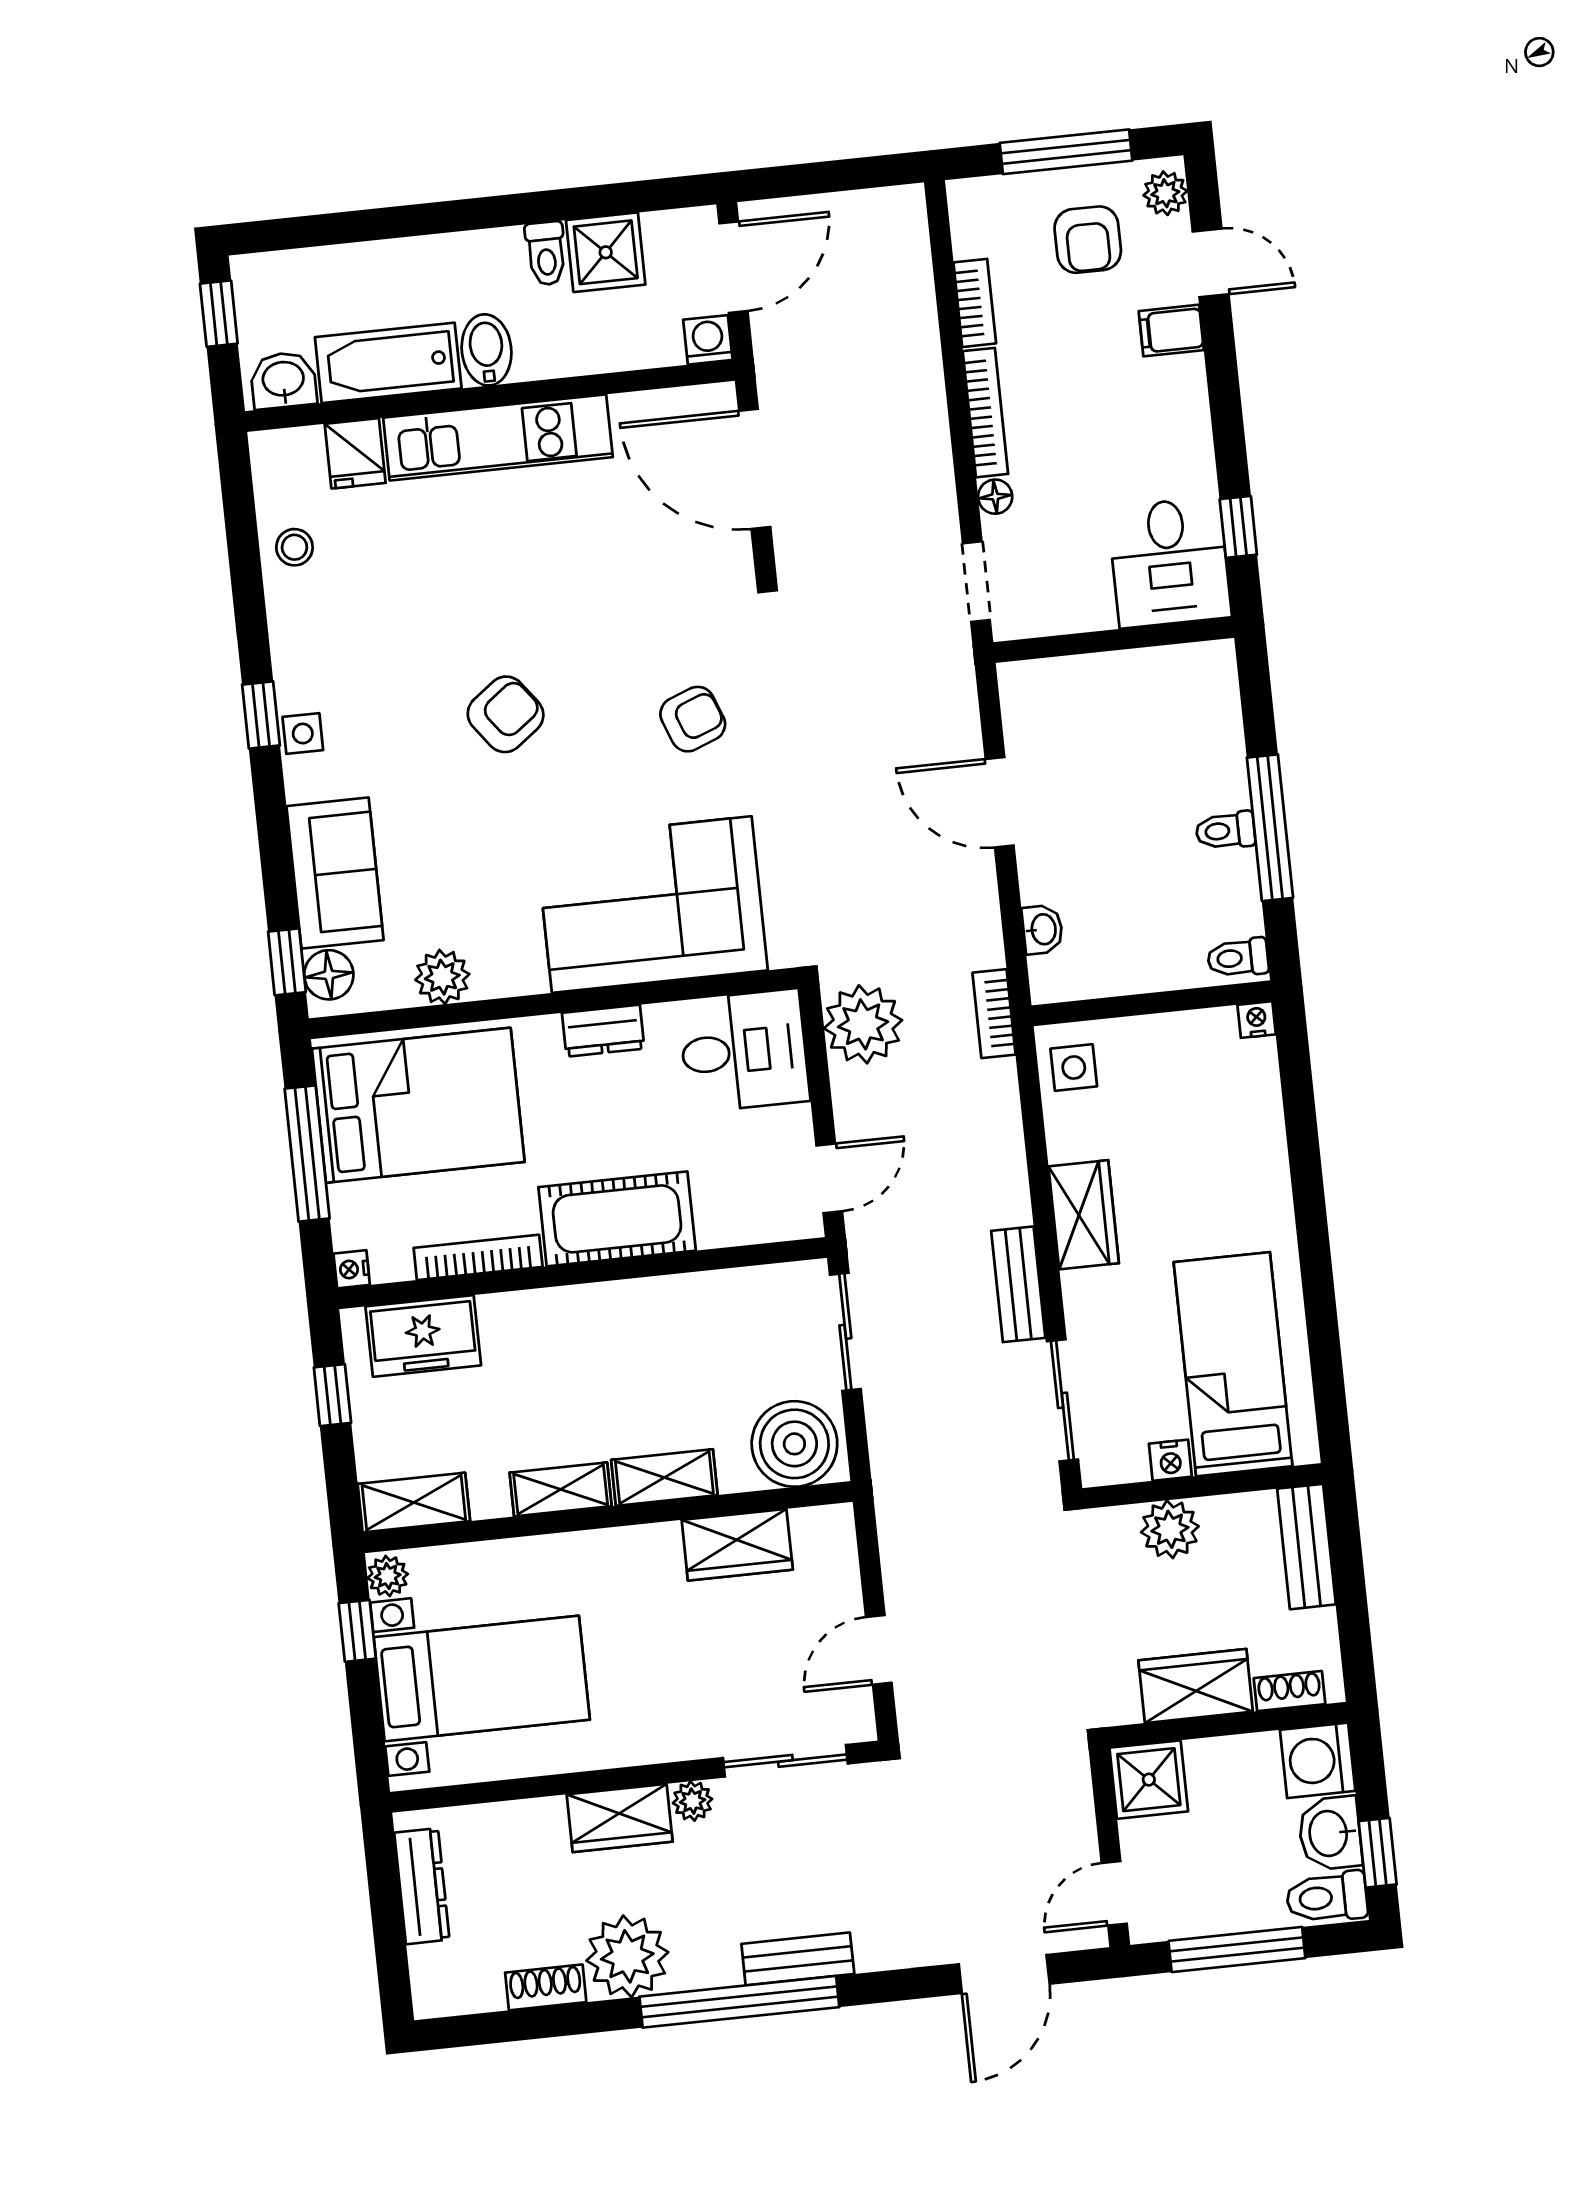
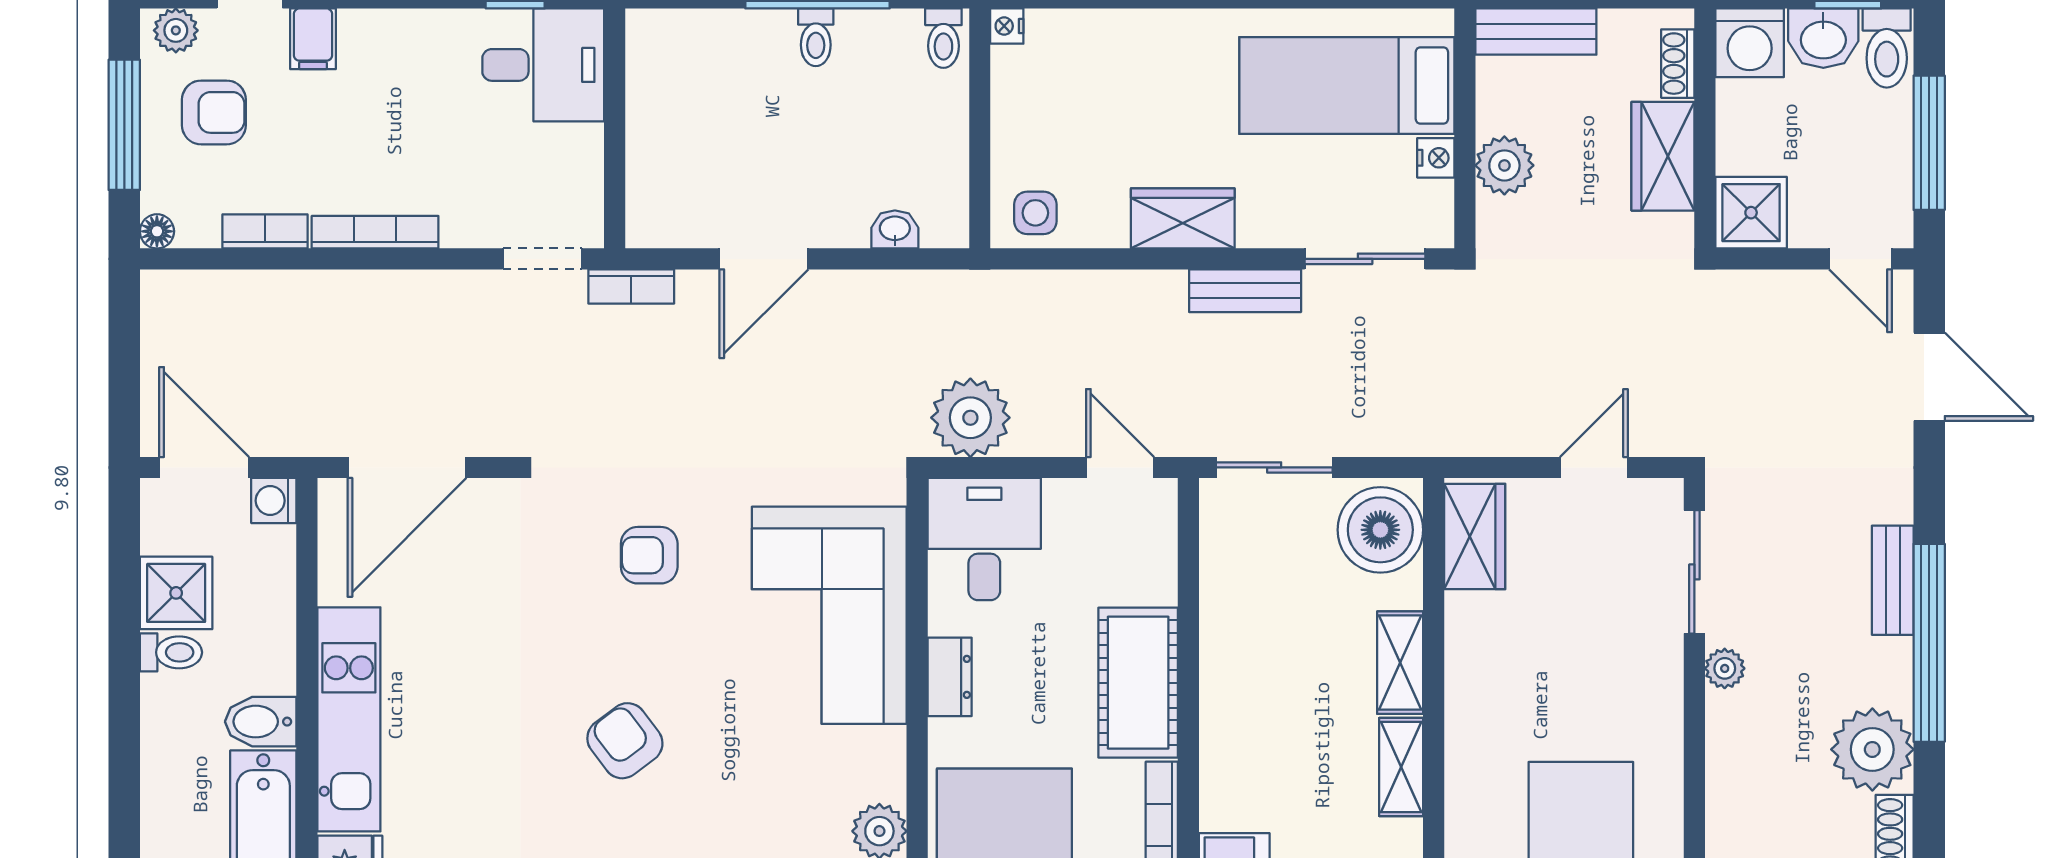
floor lamp: (995, 497) -> (157, 231), moved
armchair: (693, 719) -> (649, 555), turned -69
bookcase: (994, 1014) -> (631, 286), moved
wardrobe: (737, 1545) -> (1475, 536), moved
door: (879, 1650) -> (1594, 467), swing flipped
wardrobe: (620, 1818) -> (1734, 743), removed

